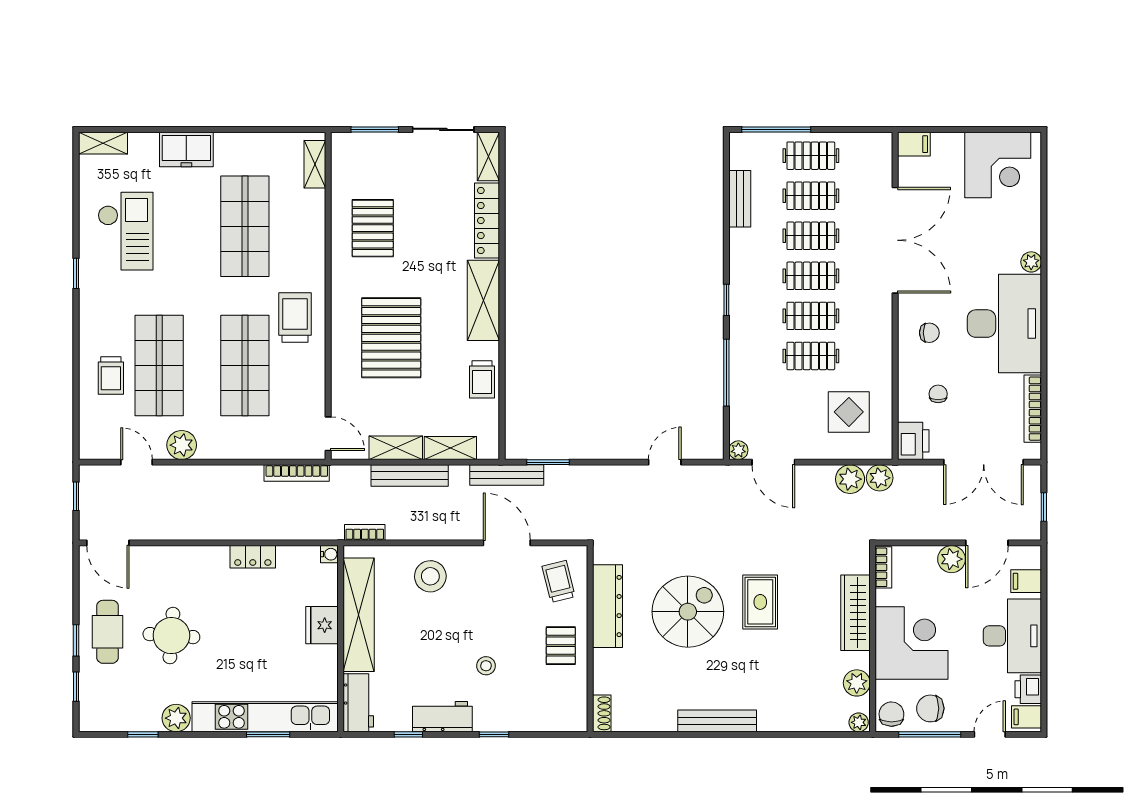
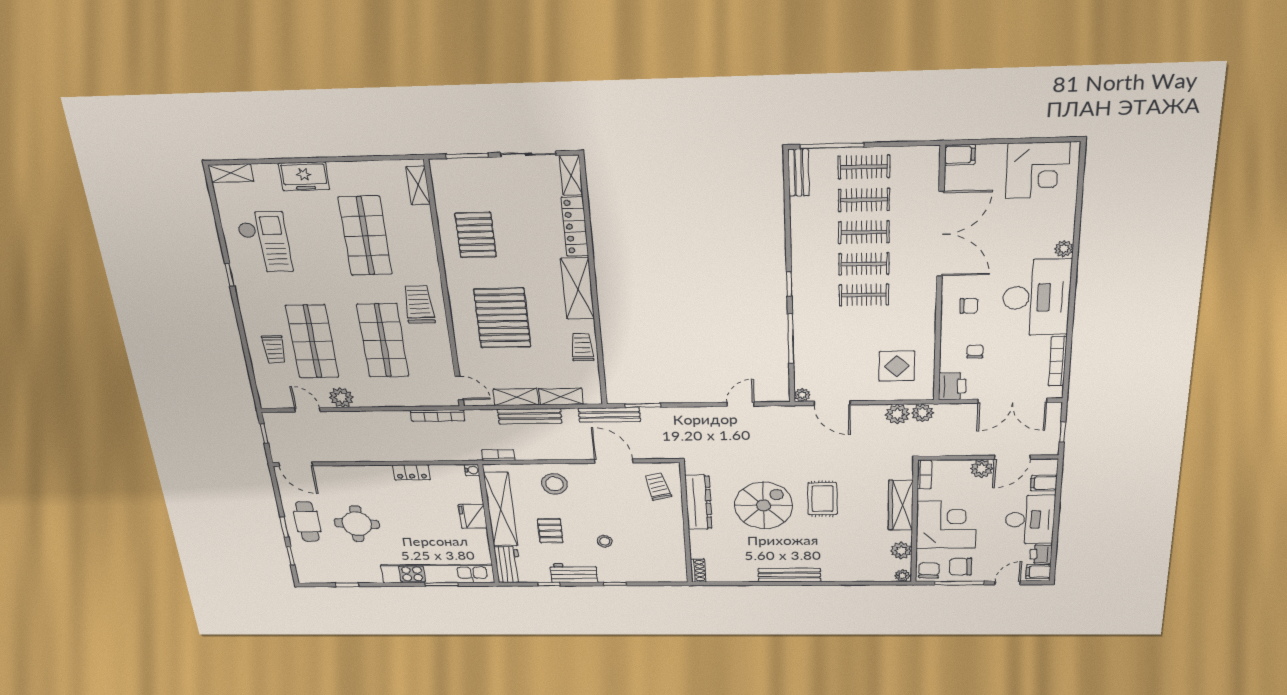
bench: (740, 199) -> (799, 173), moved
clothes rail: (811, 356) -> (864, 325), removed
trolley: (482, 379) -> (582, 347), turned 180
pallet: (561, 646) -> (550, 531), moved
plant: (176, 718) -> (370, 575), removed

